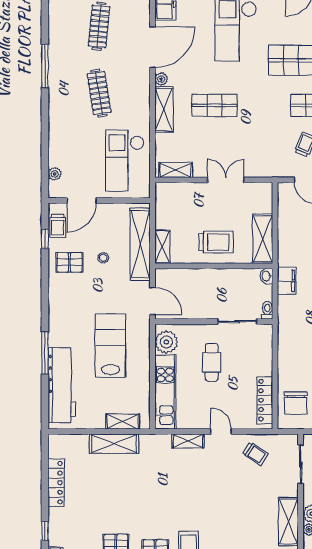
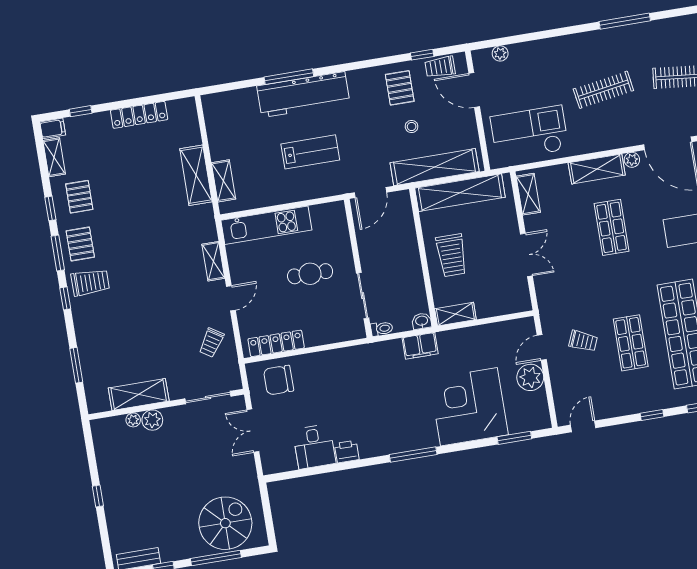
shelving: (263, 239) -> (455, 314), width x0.67, depth x0.75
shelving: (162, 247) -> (460, 193), width x2.20, depth x1.33
plant: (166, 342) -> (325, 217), removed
lab bench: (110, 345) -> (310, 152), width x0.73, depth x0.72
workbench: (62, 385) -> (303, 95), moved

